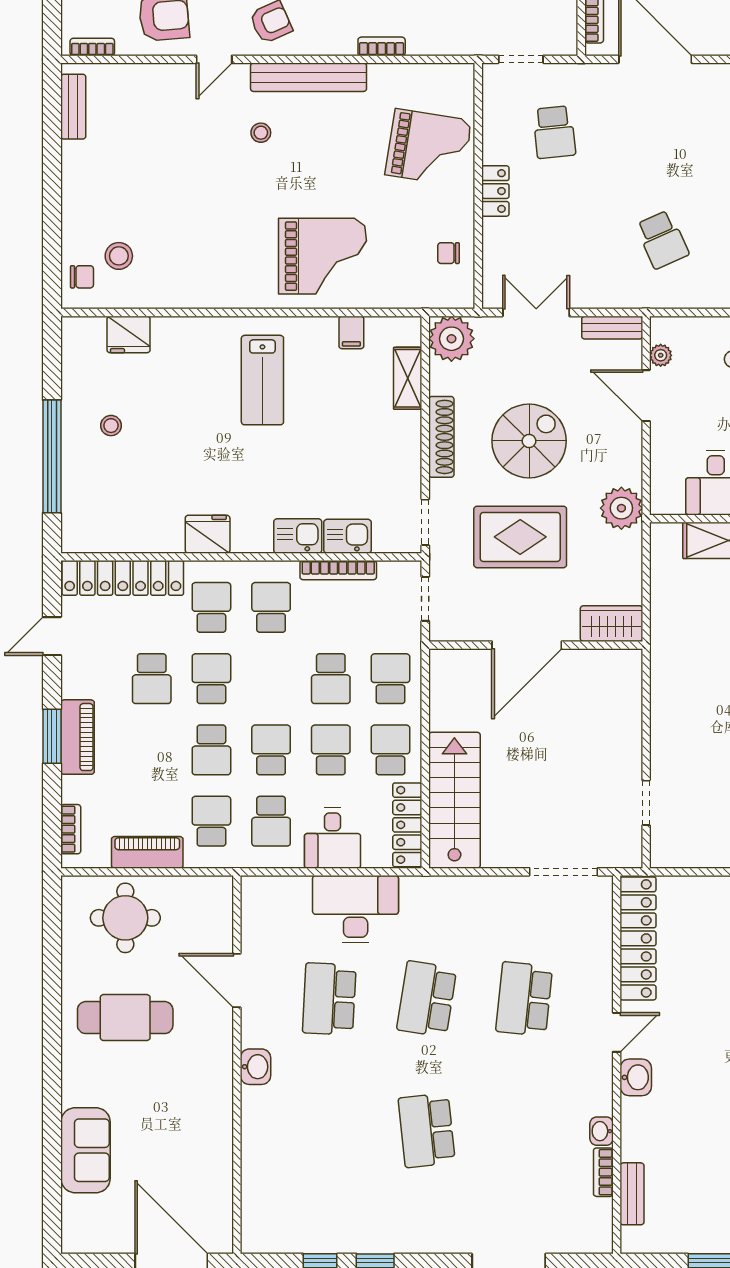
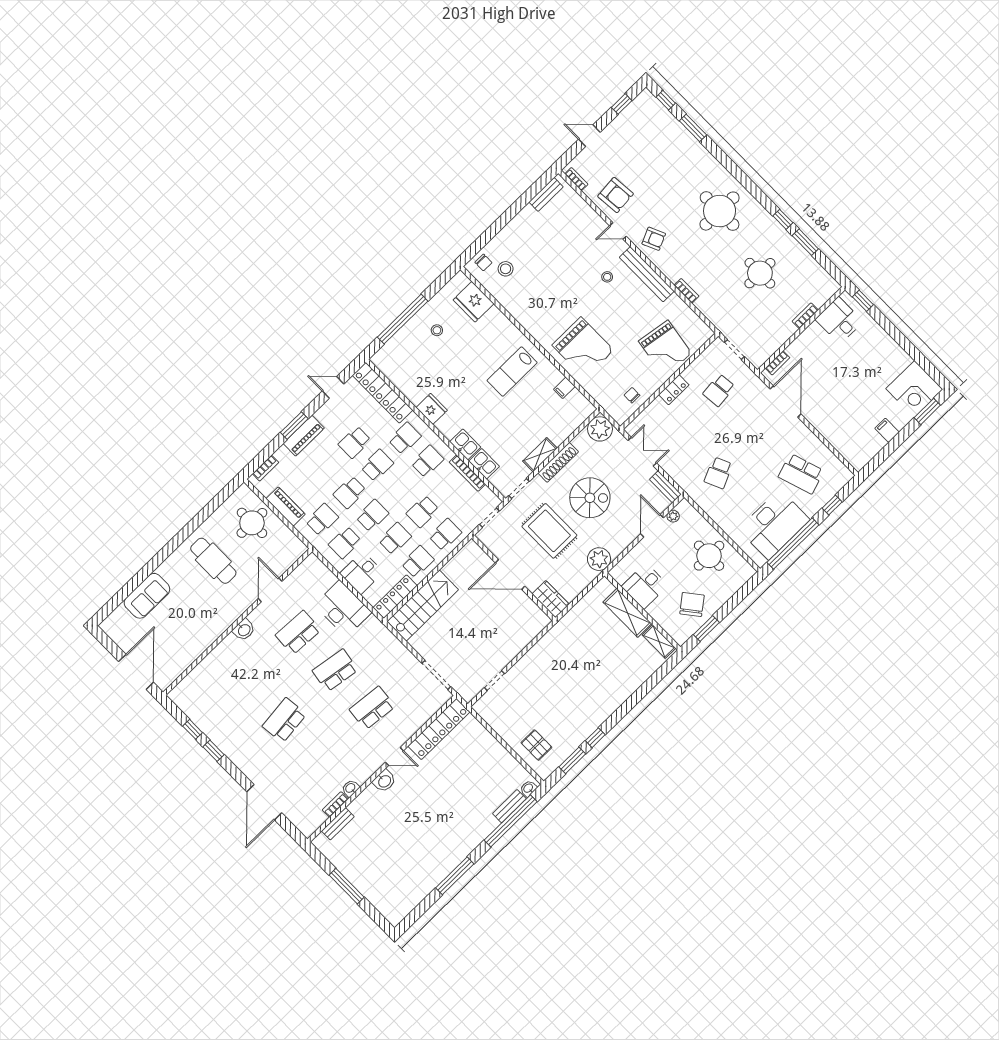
fridge: (129, 334) -> (474, 302), width x1.36, depth x1.34
shelving: (408, 378) -> (540, 455), moved

